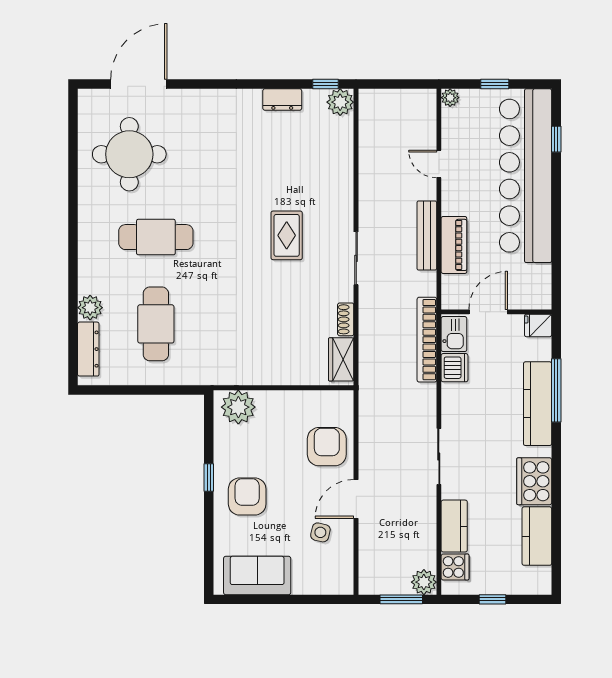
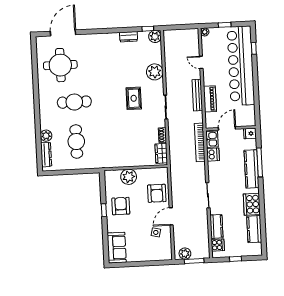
plant: (336, 180) -> (155, 72), added
plant: (238, 407) -> (129, 177), moved
armchair: (327, 447) -> (157, 193), turned 180
armchair: (247, 496) -> (121, 206), moved
sofa: (257, 575) -> (117, 248), moved, turned 90
plant: (424, 582) -> (185, 254), moved

